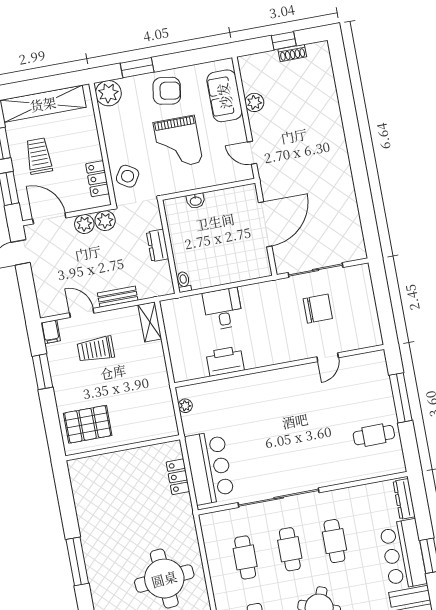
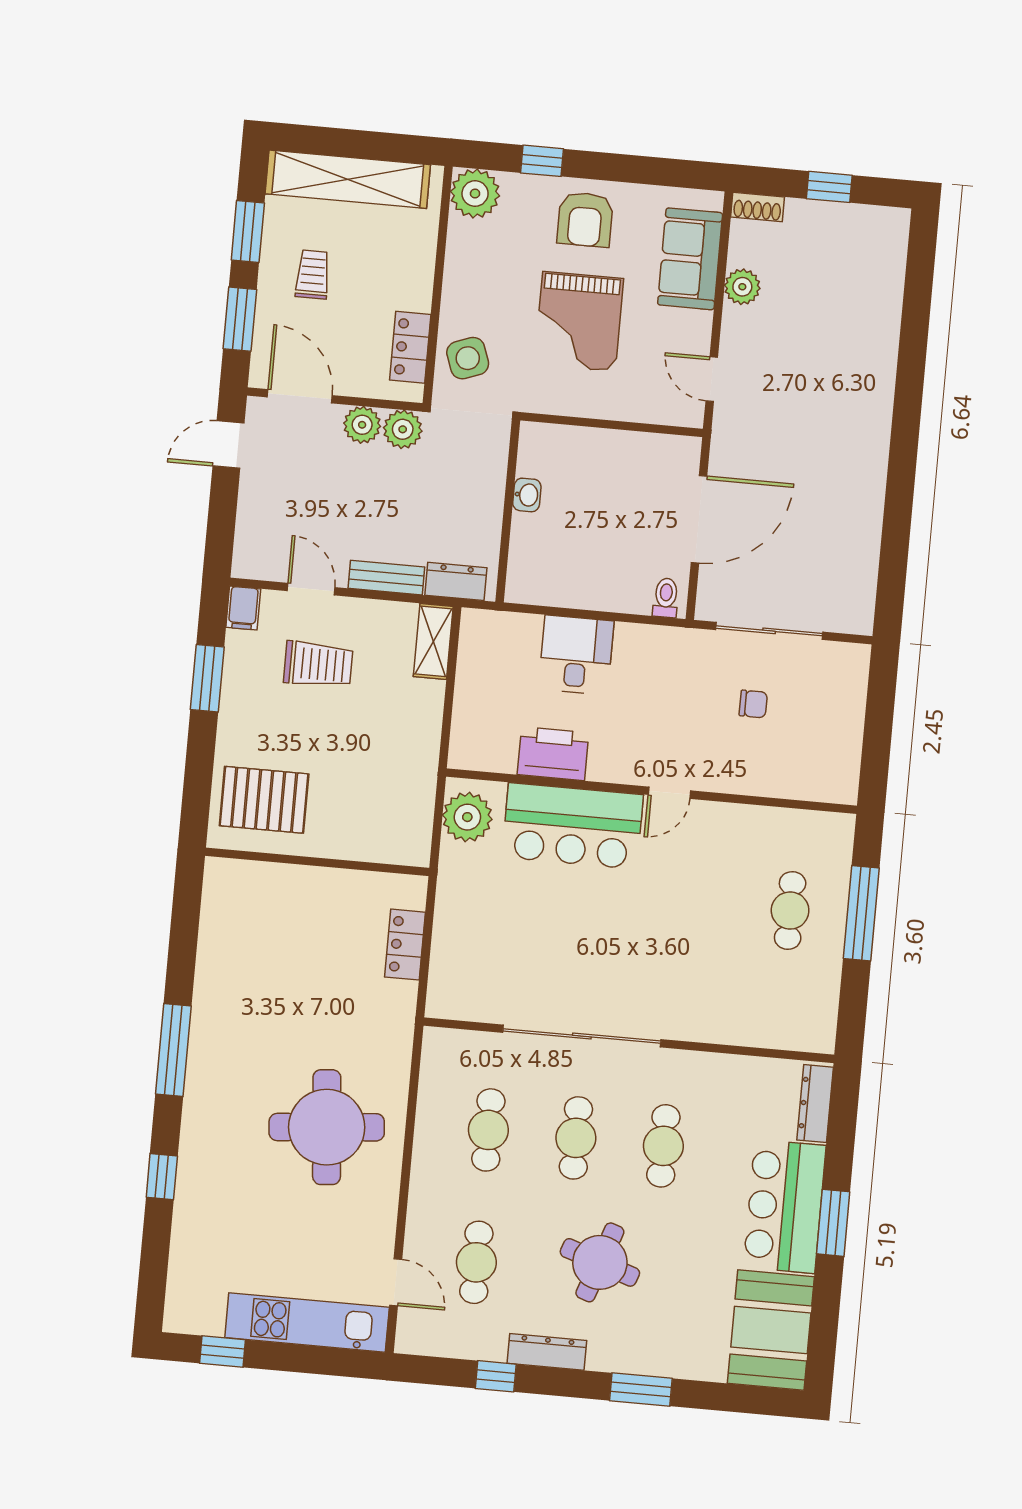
shoe rack: (292, 53) -> (757, 207), moved
window: (137, 68) -> (542, 161), width x0.67
armchair: (167, 91) -> (585, 219), turned 81
trolley: (39, 156) -> (313, 274), width x0.73, depth x0.72
side table: (128, 176) -> (468, 358), turned 38
washbasin: (196, 201) -> (527, 495), moved, turned -90
dresser: (158, 245) -> (456, 581), moved, turned 90
toilet: (184, 282) -> (666, 598), moved
chair: (318, 309) -> (753, 704), width x0.54, depth x0.54
trolley: (96, 349) -> (318, 664), turned 180
door: (328, 357) -> (669, 793), moved
plant: (185, 406) -> (467, 817), width x1.87, depth x1.87
cafe table: (374, 435) -> (790, 911), moved, turned 90
bar counter: (209, 468) -> (573, 826), moved, turned 90

